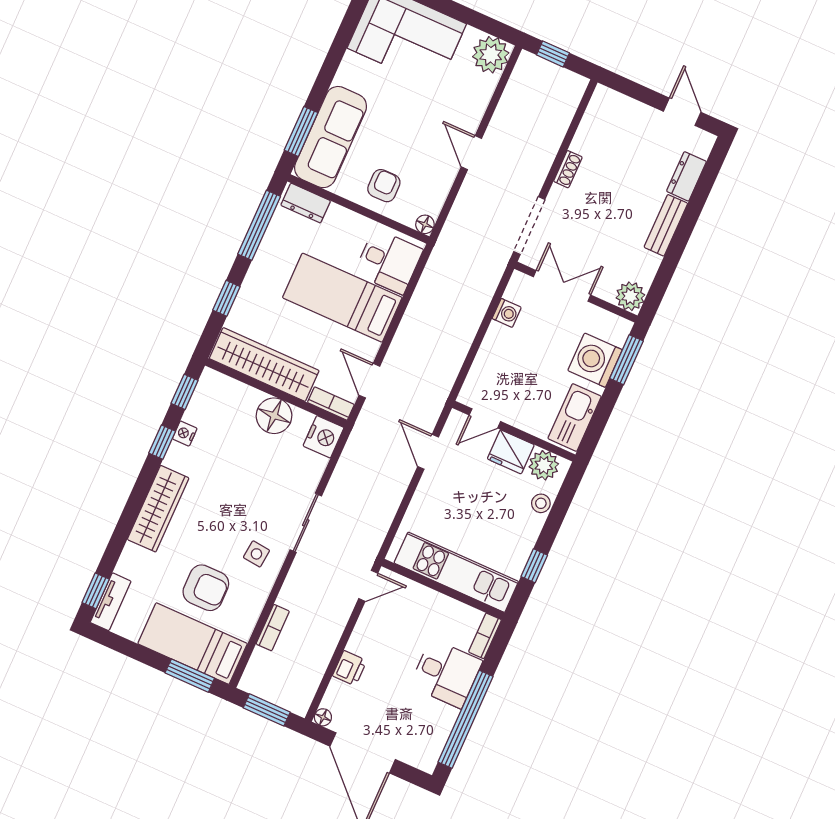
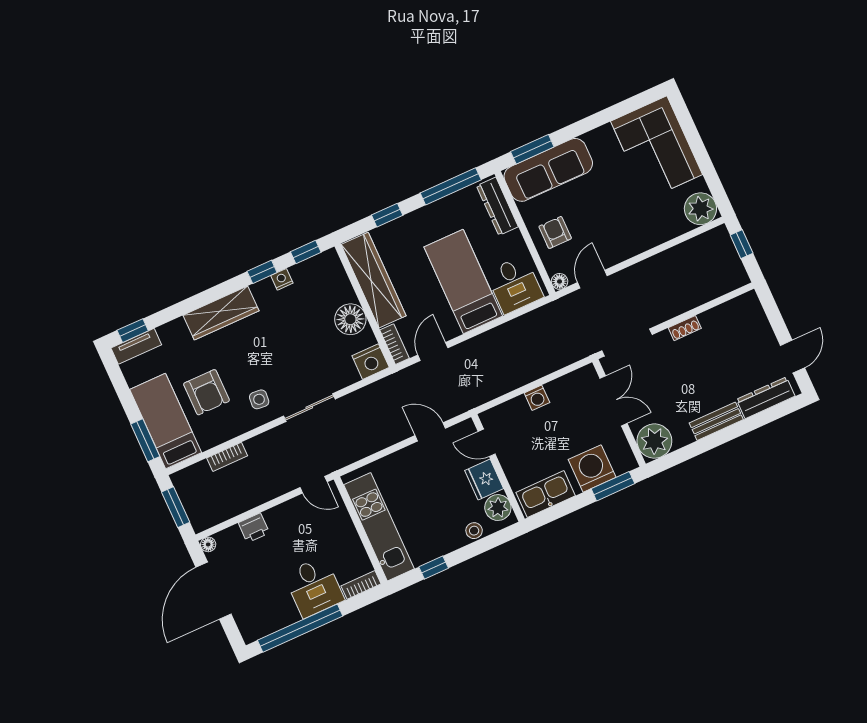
door: (471, 153) -> (592, 279), moved
dresser: (686, 176) -> (766, 398), width x1.44
armchair: (384, 186) -> (555, 232), turned -90
dresser: (306, 203) -> (497, 206), width x1.44
plant: (630, 296) -> (654, 441), width x1.36, depth x1.36
washing machine: (507, 313) -> (537, 398), moved
door: (428, 452) -> (430, 432), hinge flipped

